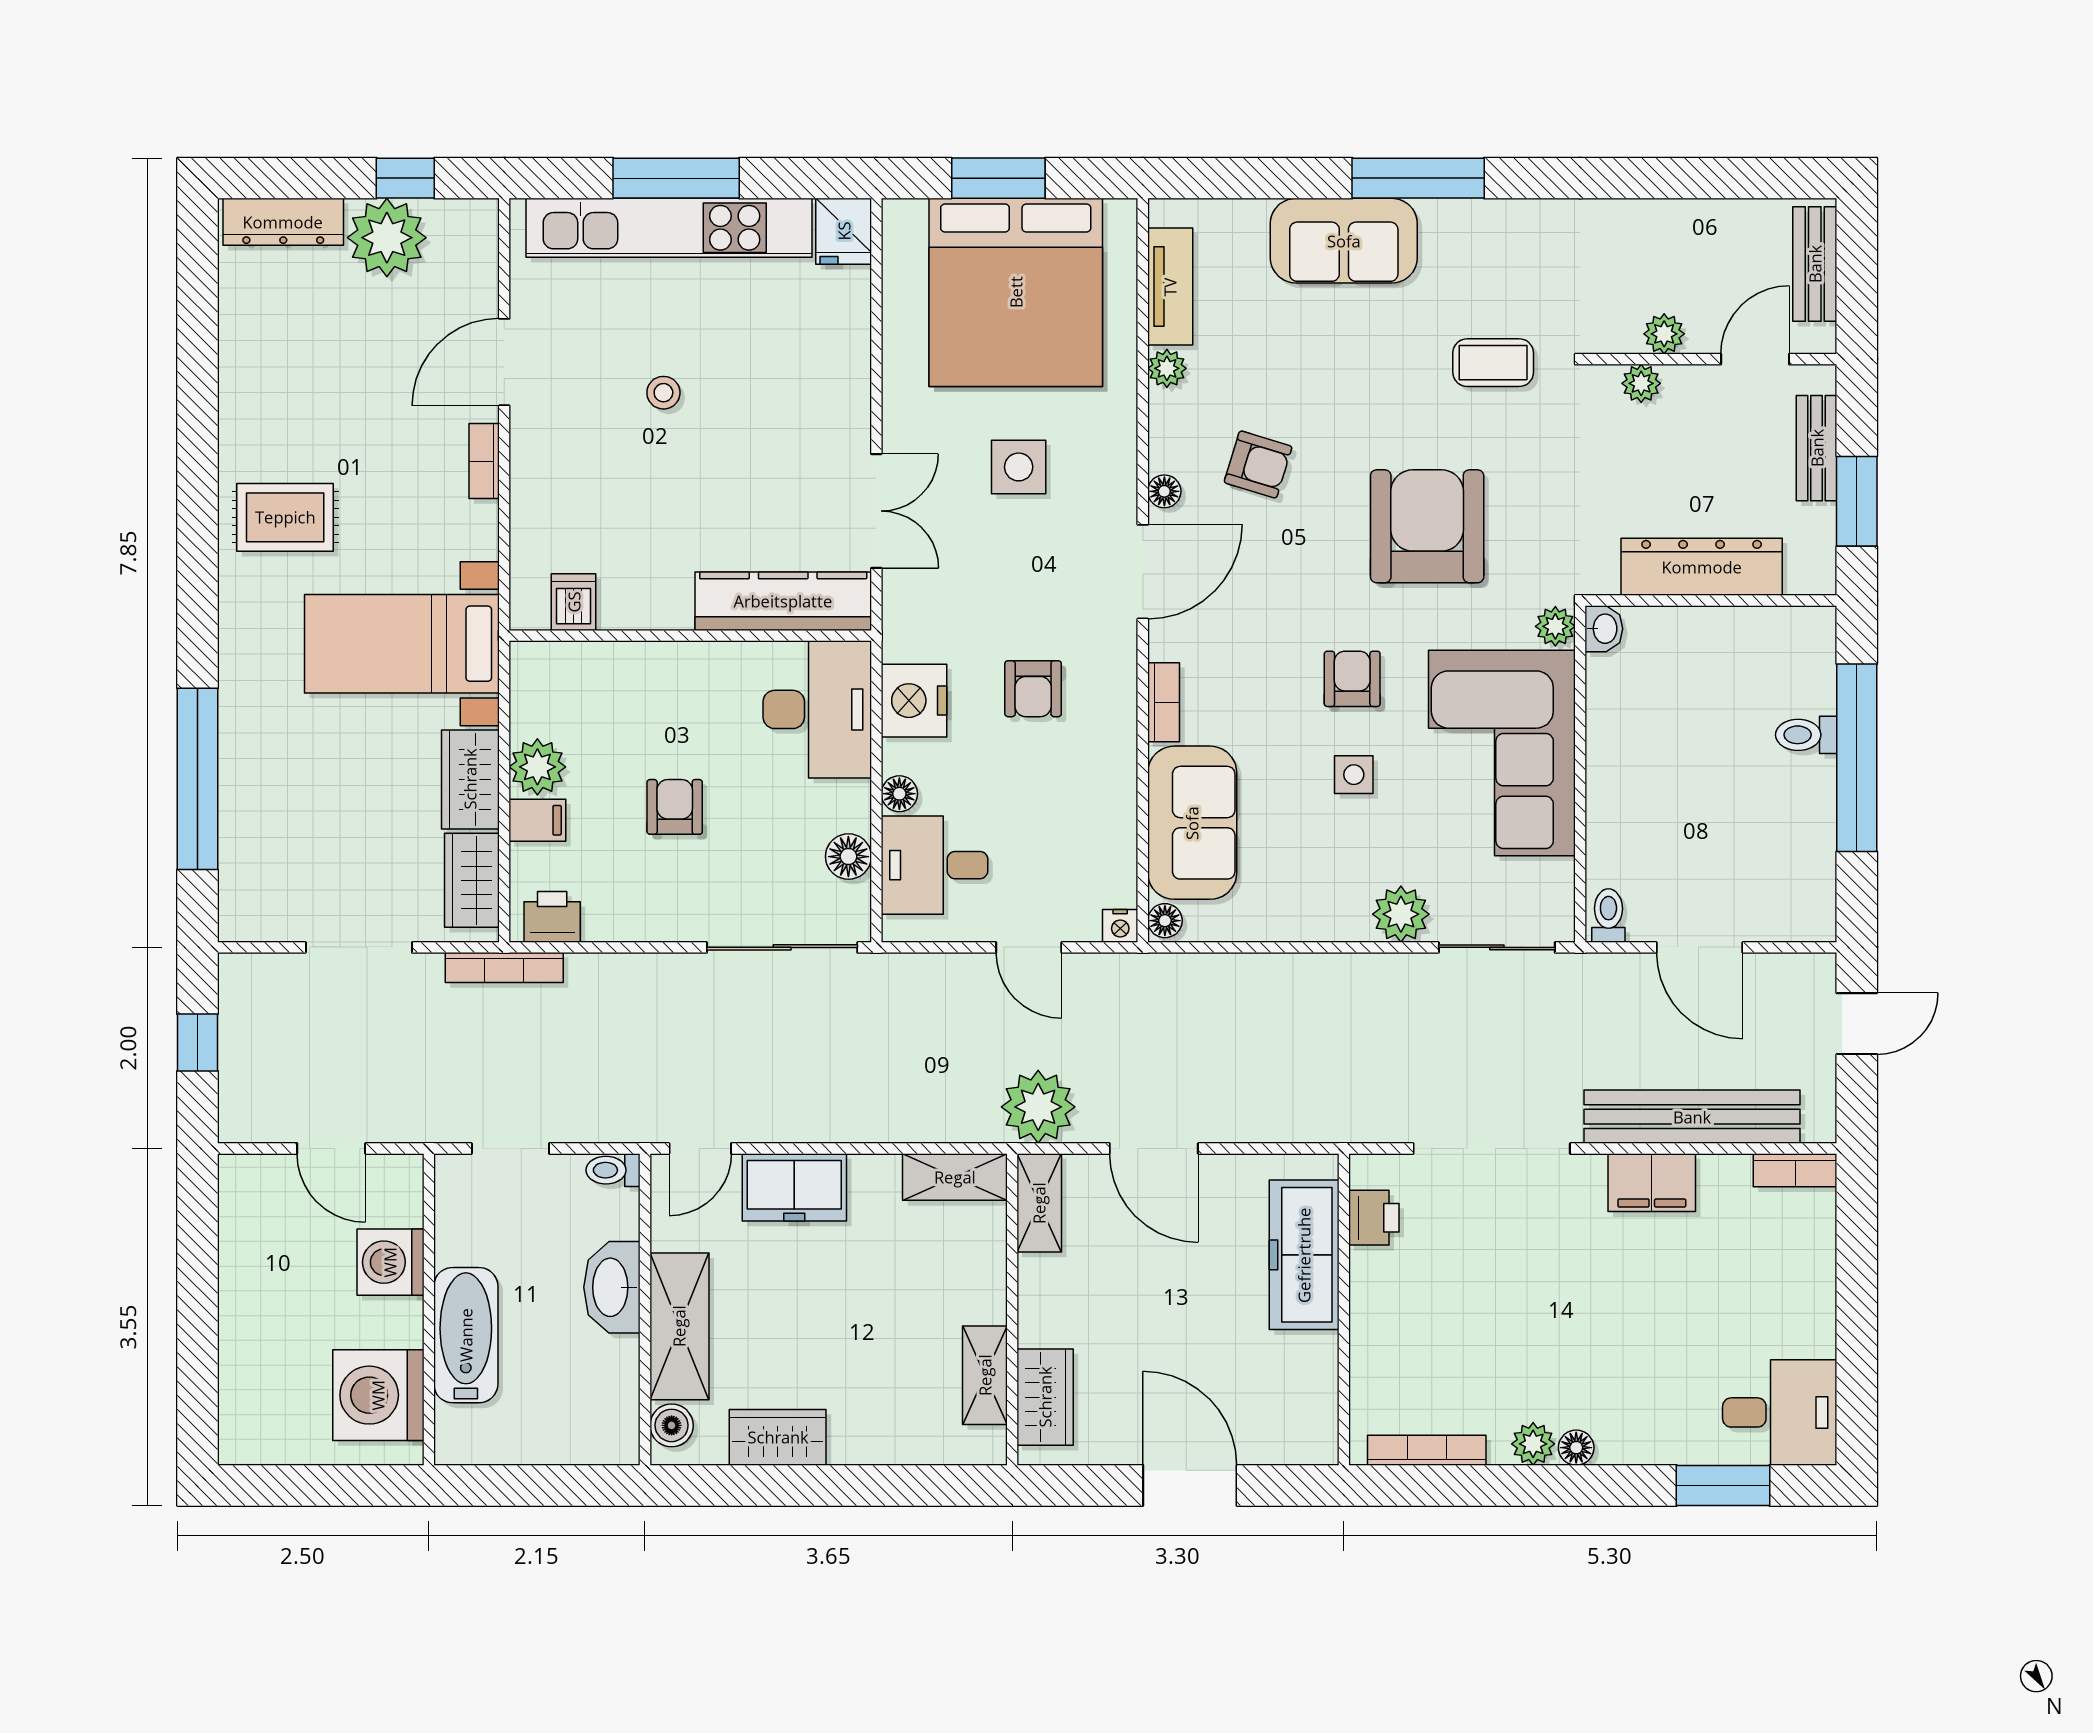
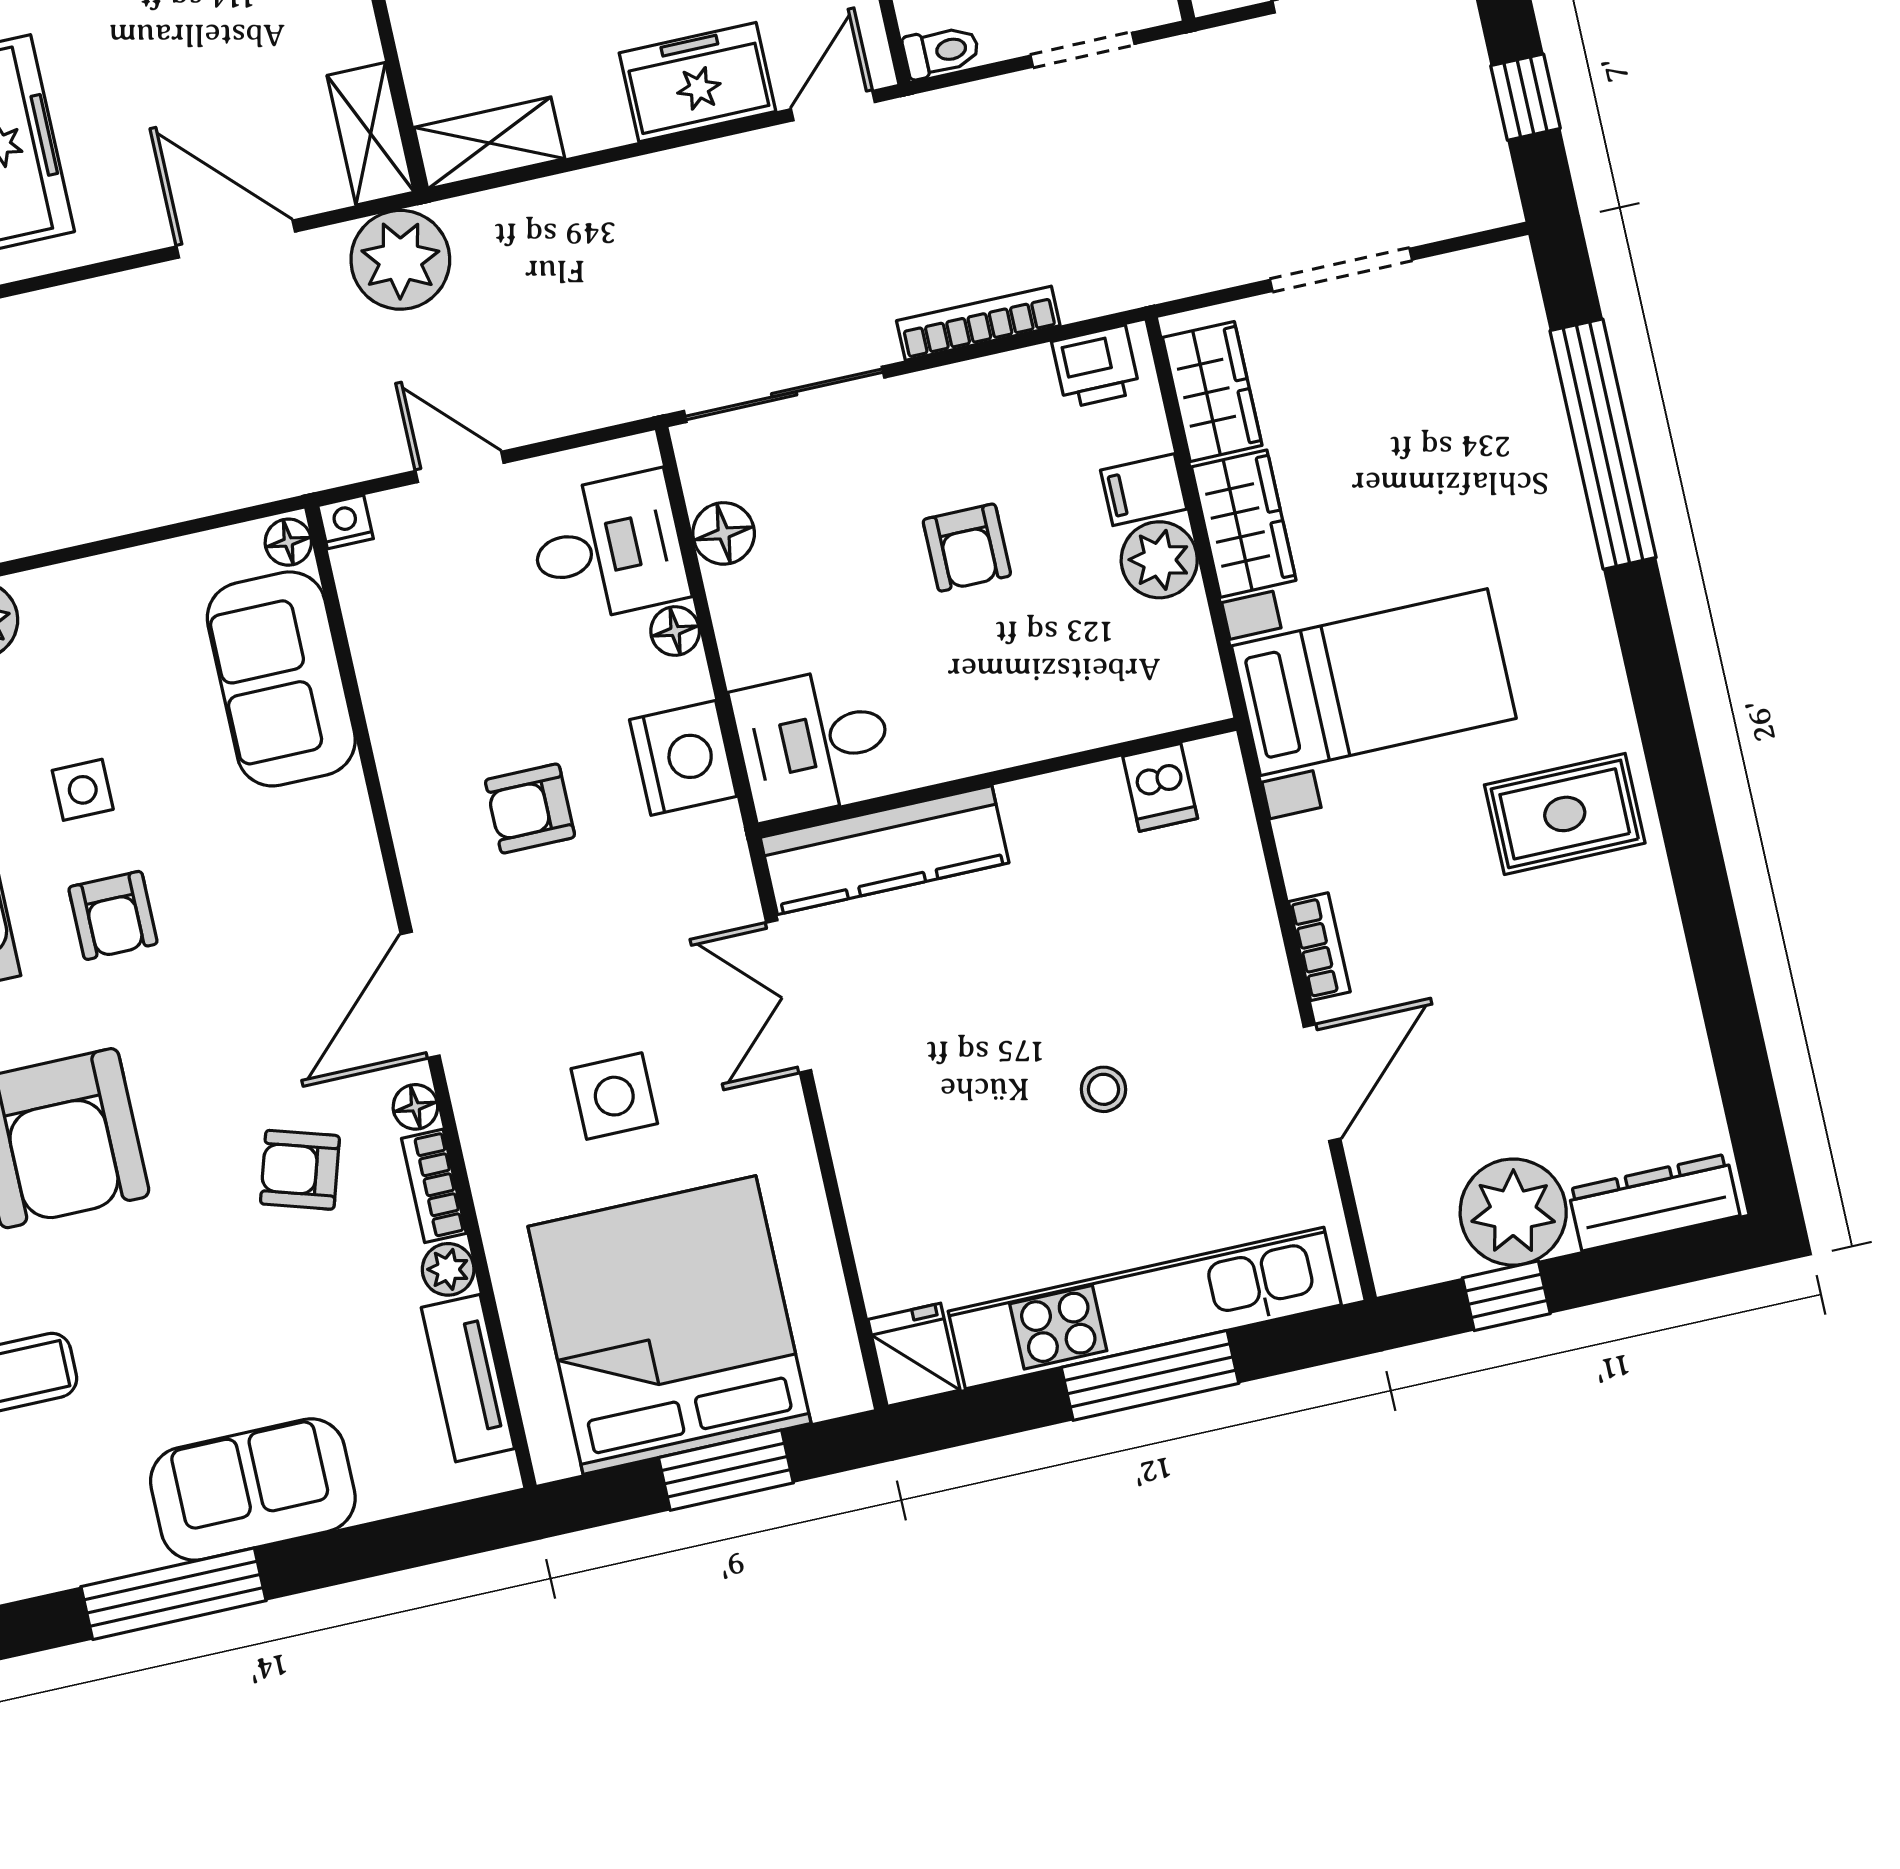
armchair: (1033, 689) -> (530, 809), turned -90
bookcase: (1164, 702) -> (434, 1186), moved
desk: (817, 709) -> (813, 742), width x0.73
bookcase: (504, 967) -> (978, 323), moved

